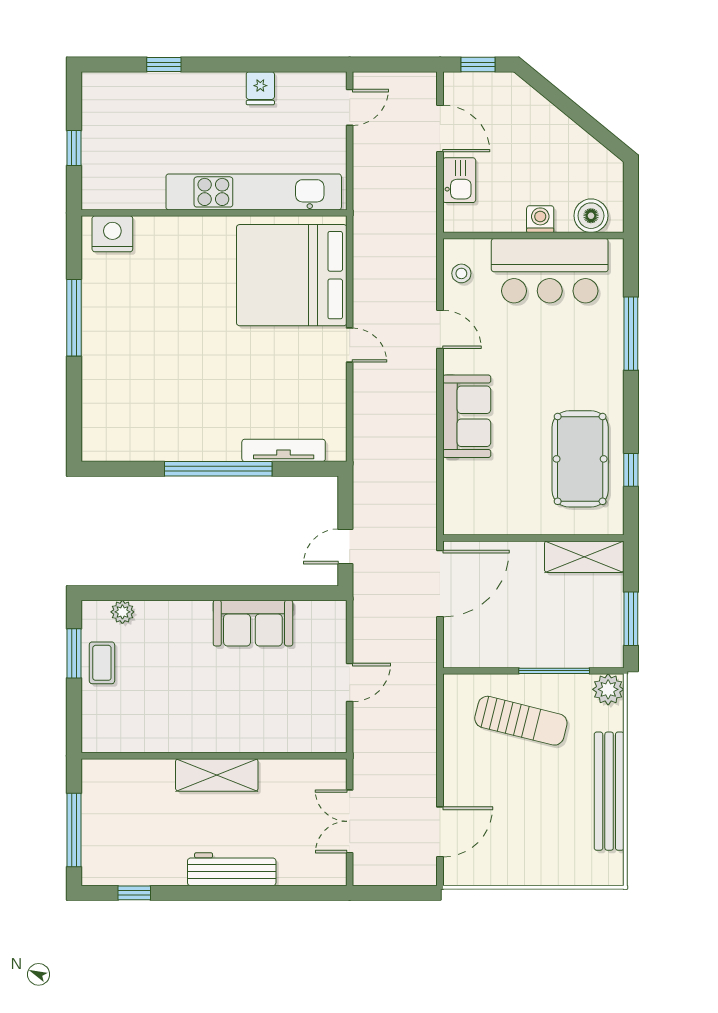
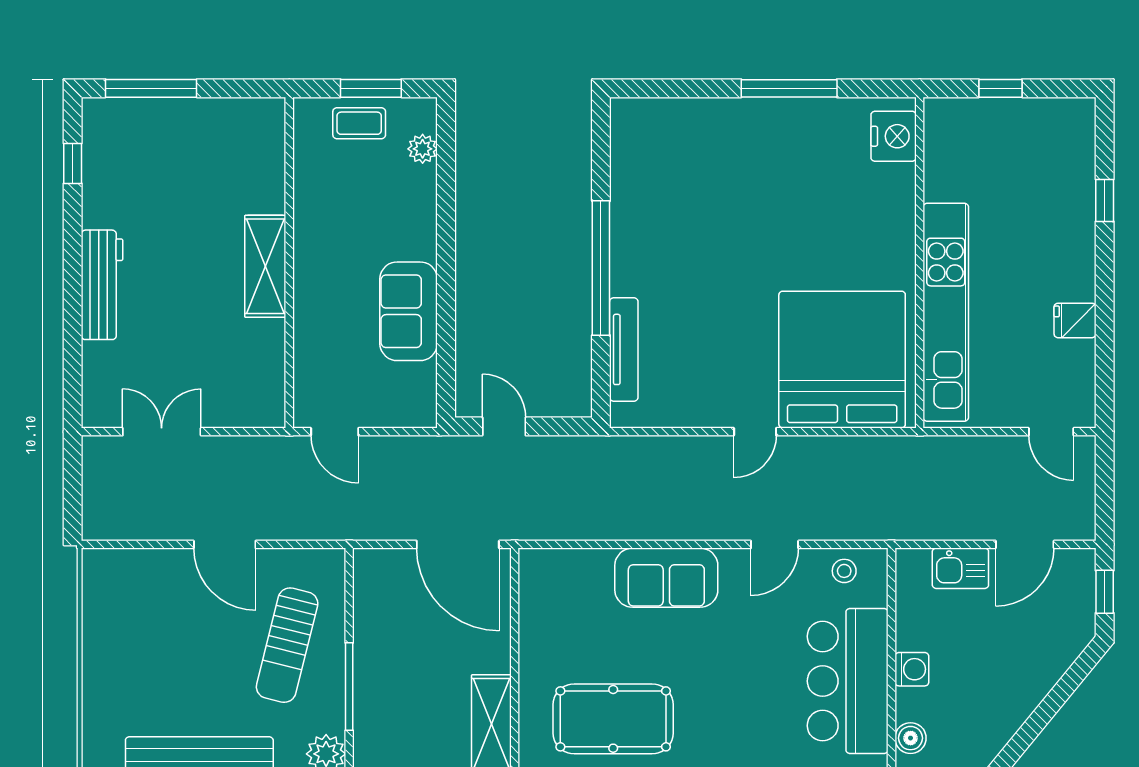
boiler: (591, 216) -> (911, 738), width x0.73, depth x0.73
wall: (214, 756) -> (289, 263), moved
shelving: (217, 775) -> (265, 266), moved
door: (440, 832) -> (225, 544), moved

